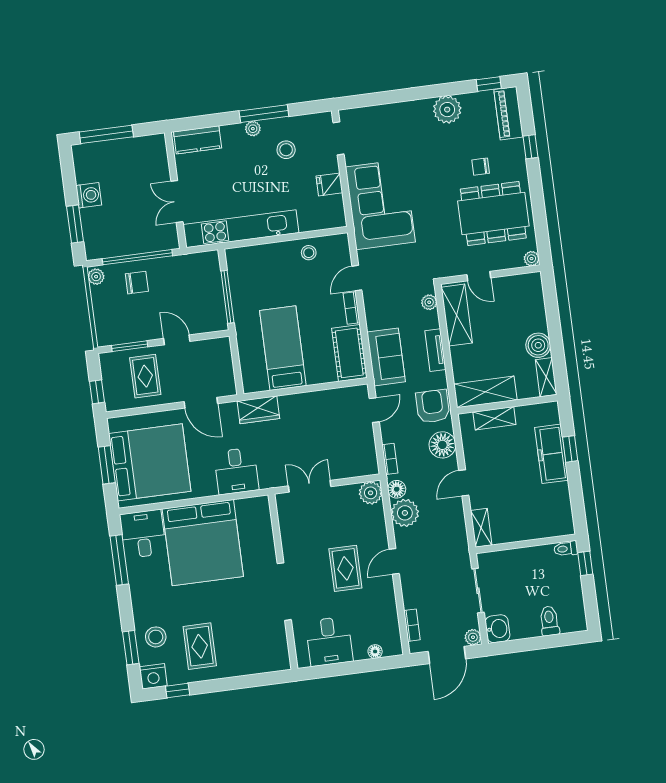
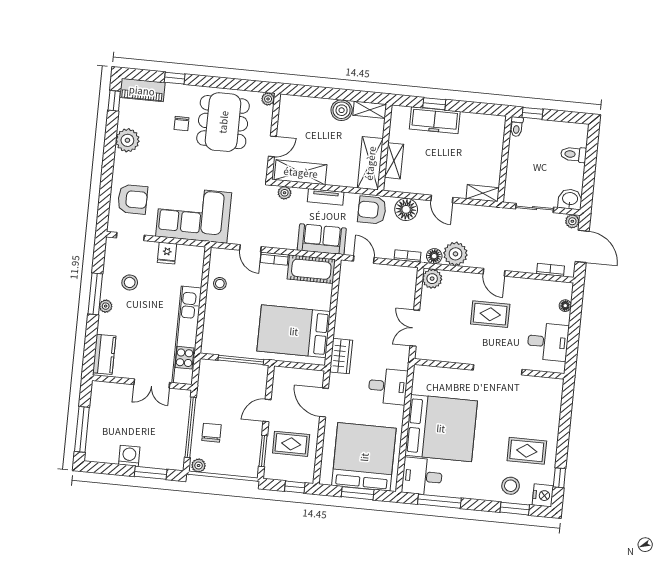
armchair: (382, 131) -> (133, 199), added
bed: (283, 348) -> (294, 331), width x1.50
door: (201, 403) -> (324, 403), swing flipped

